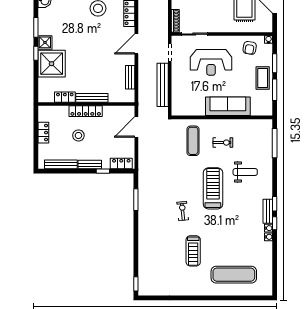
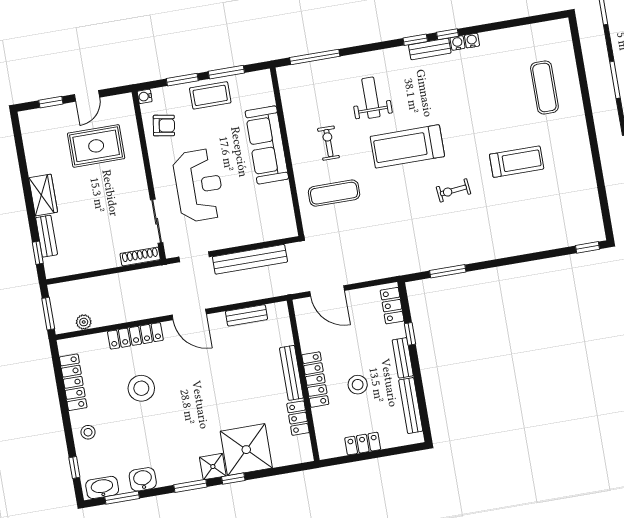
exercise mat: (234, 275) -> (544, 87), width x0.73, depth x0.69

